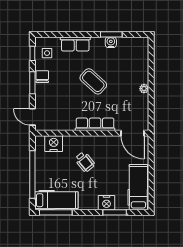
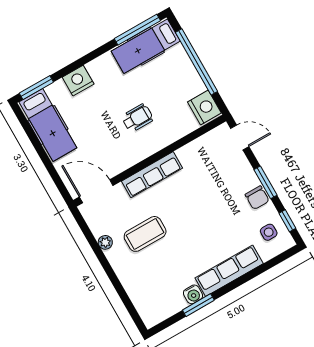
row of seats: (75, 44) -> (229, 271), width x1.48
coffee table: (93, 81) -> (145, 234), moved, turned -42
plant: (144, 89) -> (105, 242), moved
nightstand: (54, 144) -> (204, 107), moved, turned -90
wheelchair: (85, 162) -> (137, 118), turned 129
window: (115, 212) -> (36, 88), moved

